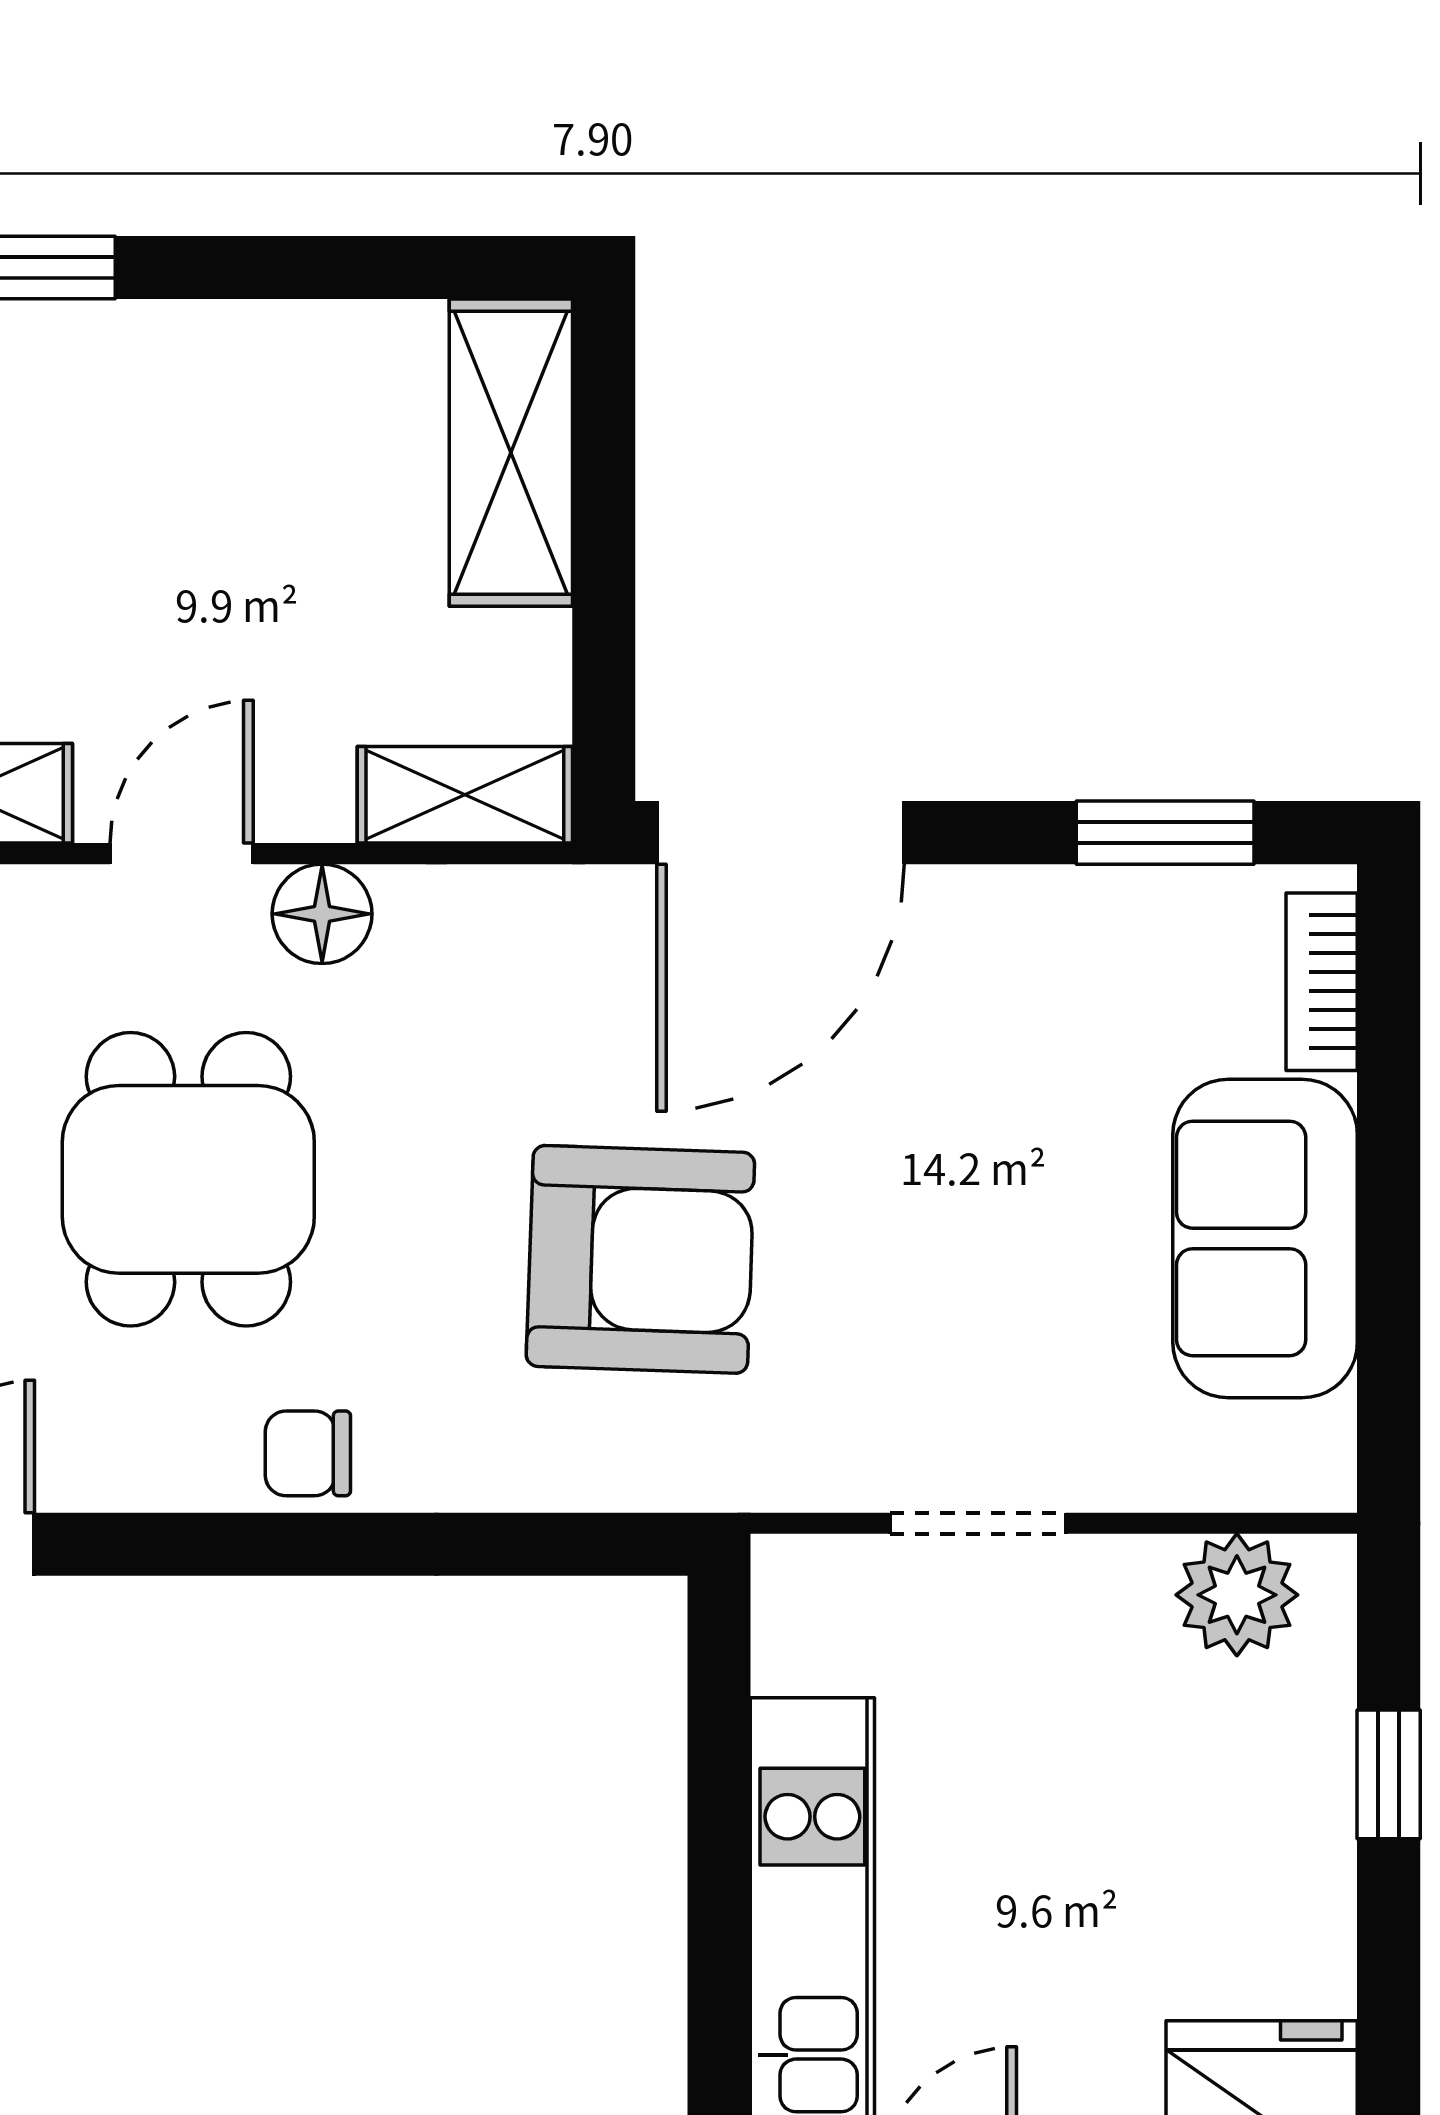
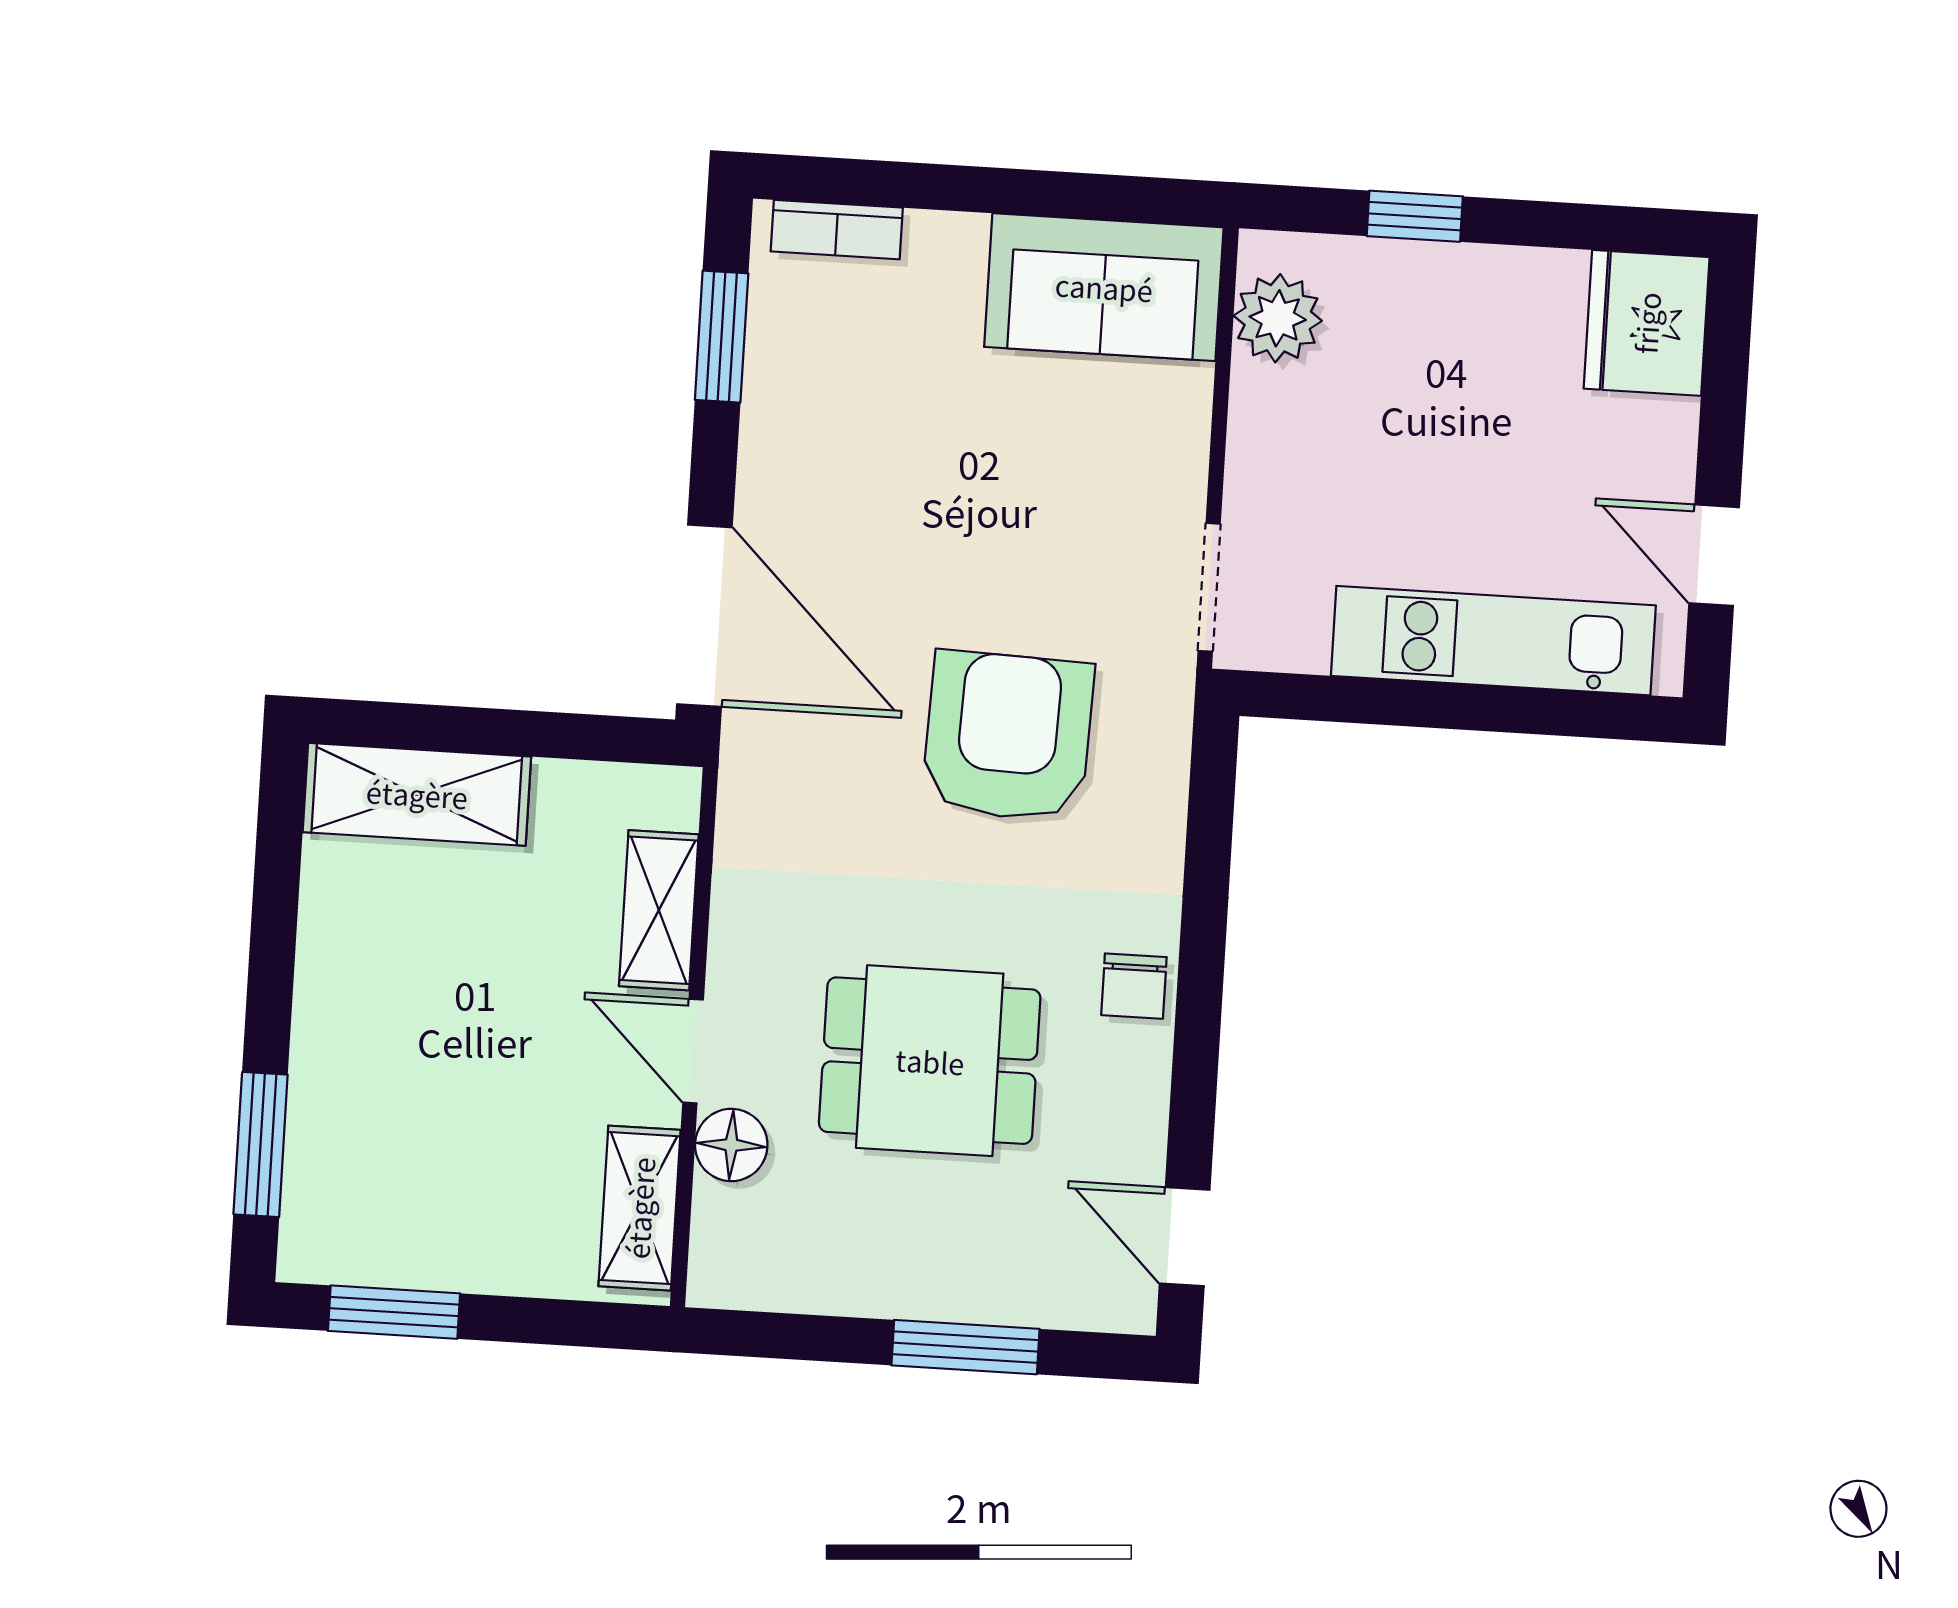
shelving: (465, 795) -> (659, 910), moved
floor lamp: (322, 914) -> (731, 1145), moved
sofa: (1265, 1238) -> (1104, 287), moved
doorway: (978, 1523) -> (1209, 587), moved

